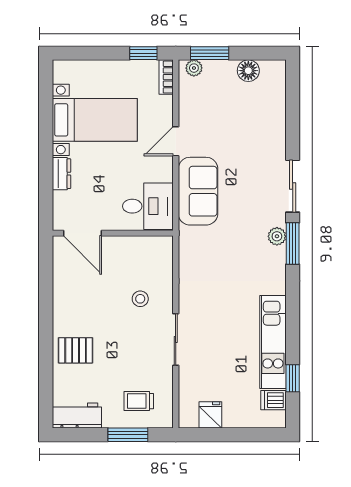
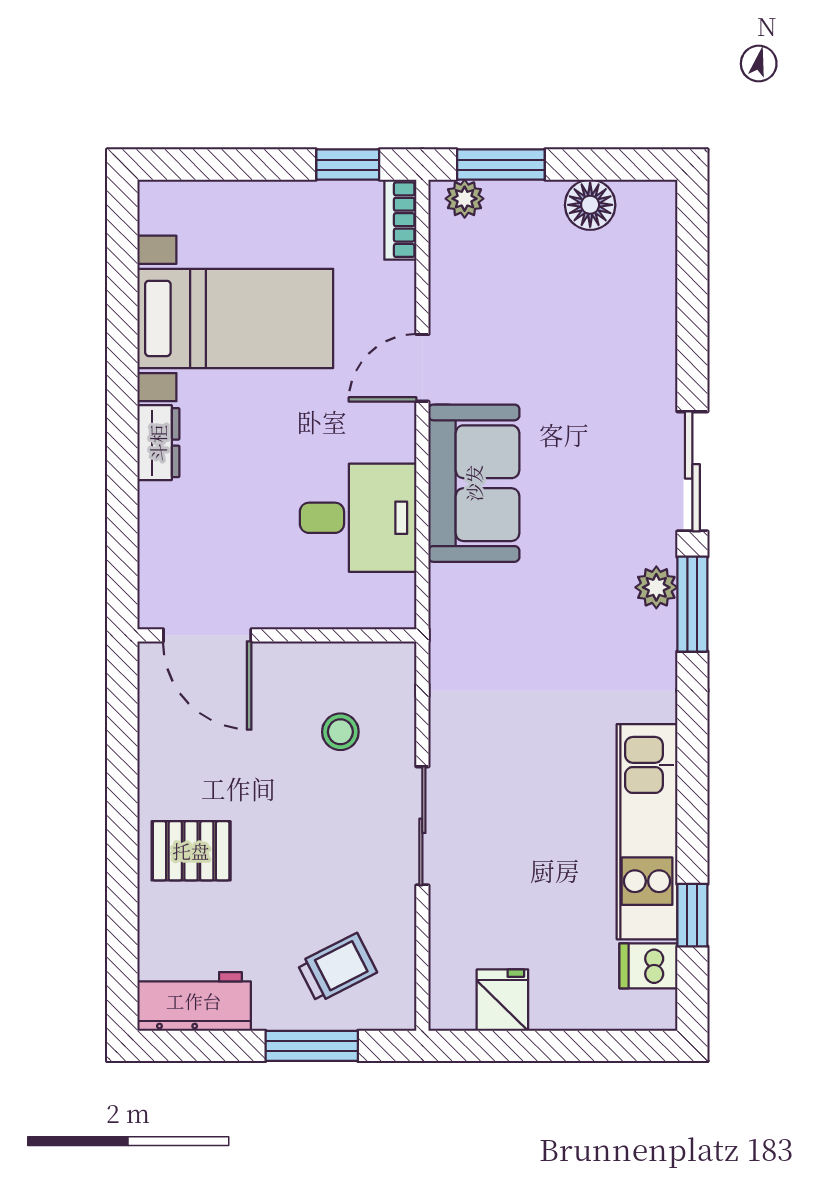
door: (83, 233) -> (207, 635), moved
wall: (113, 233) -> (277, 635), moved
trolley: (139, 401) -> (337, 968), turned 153

